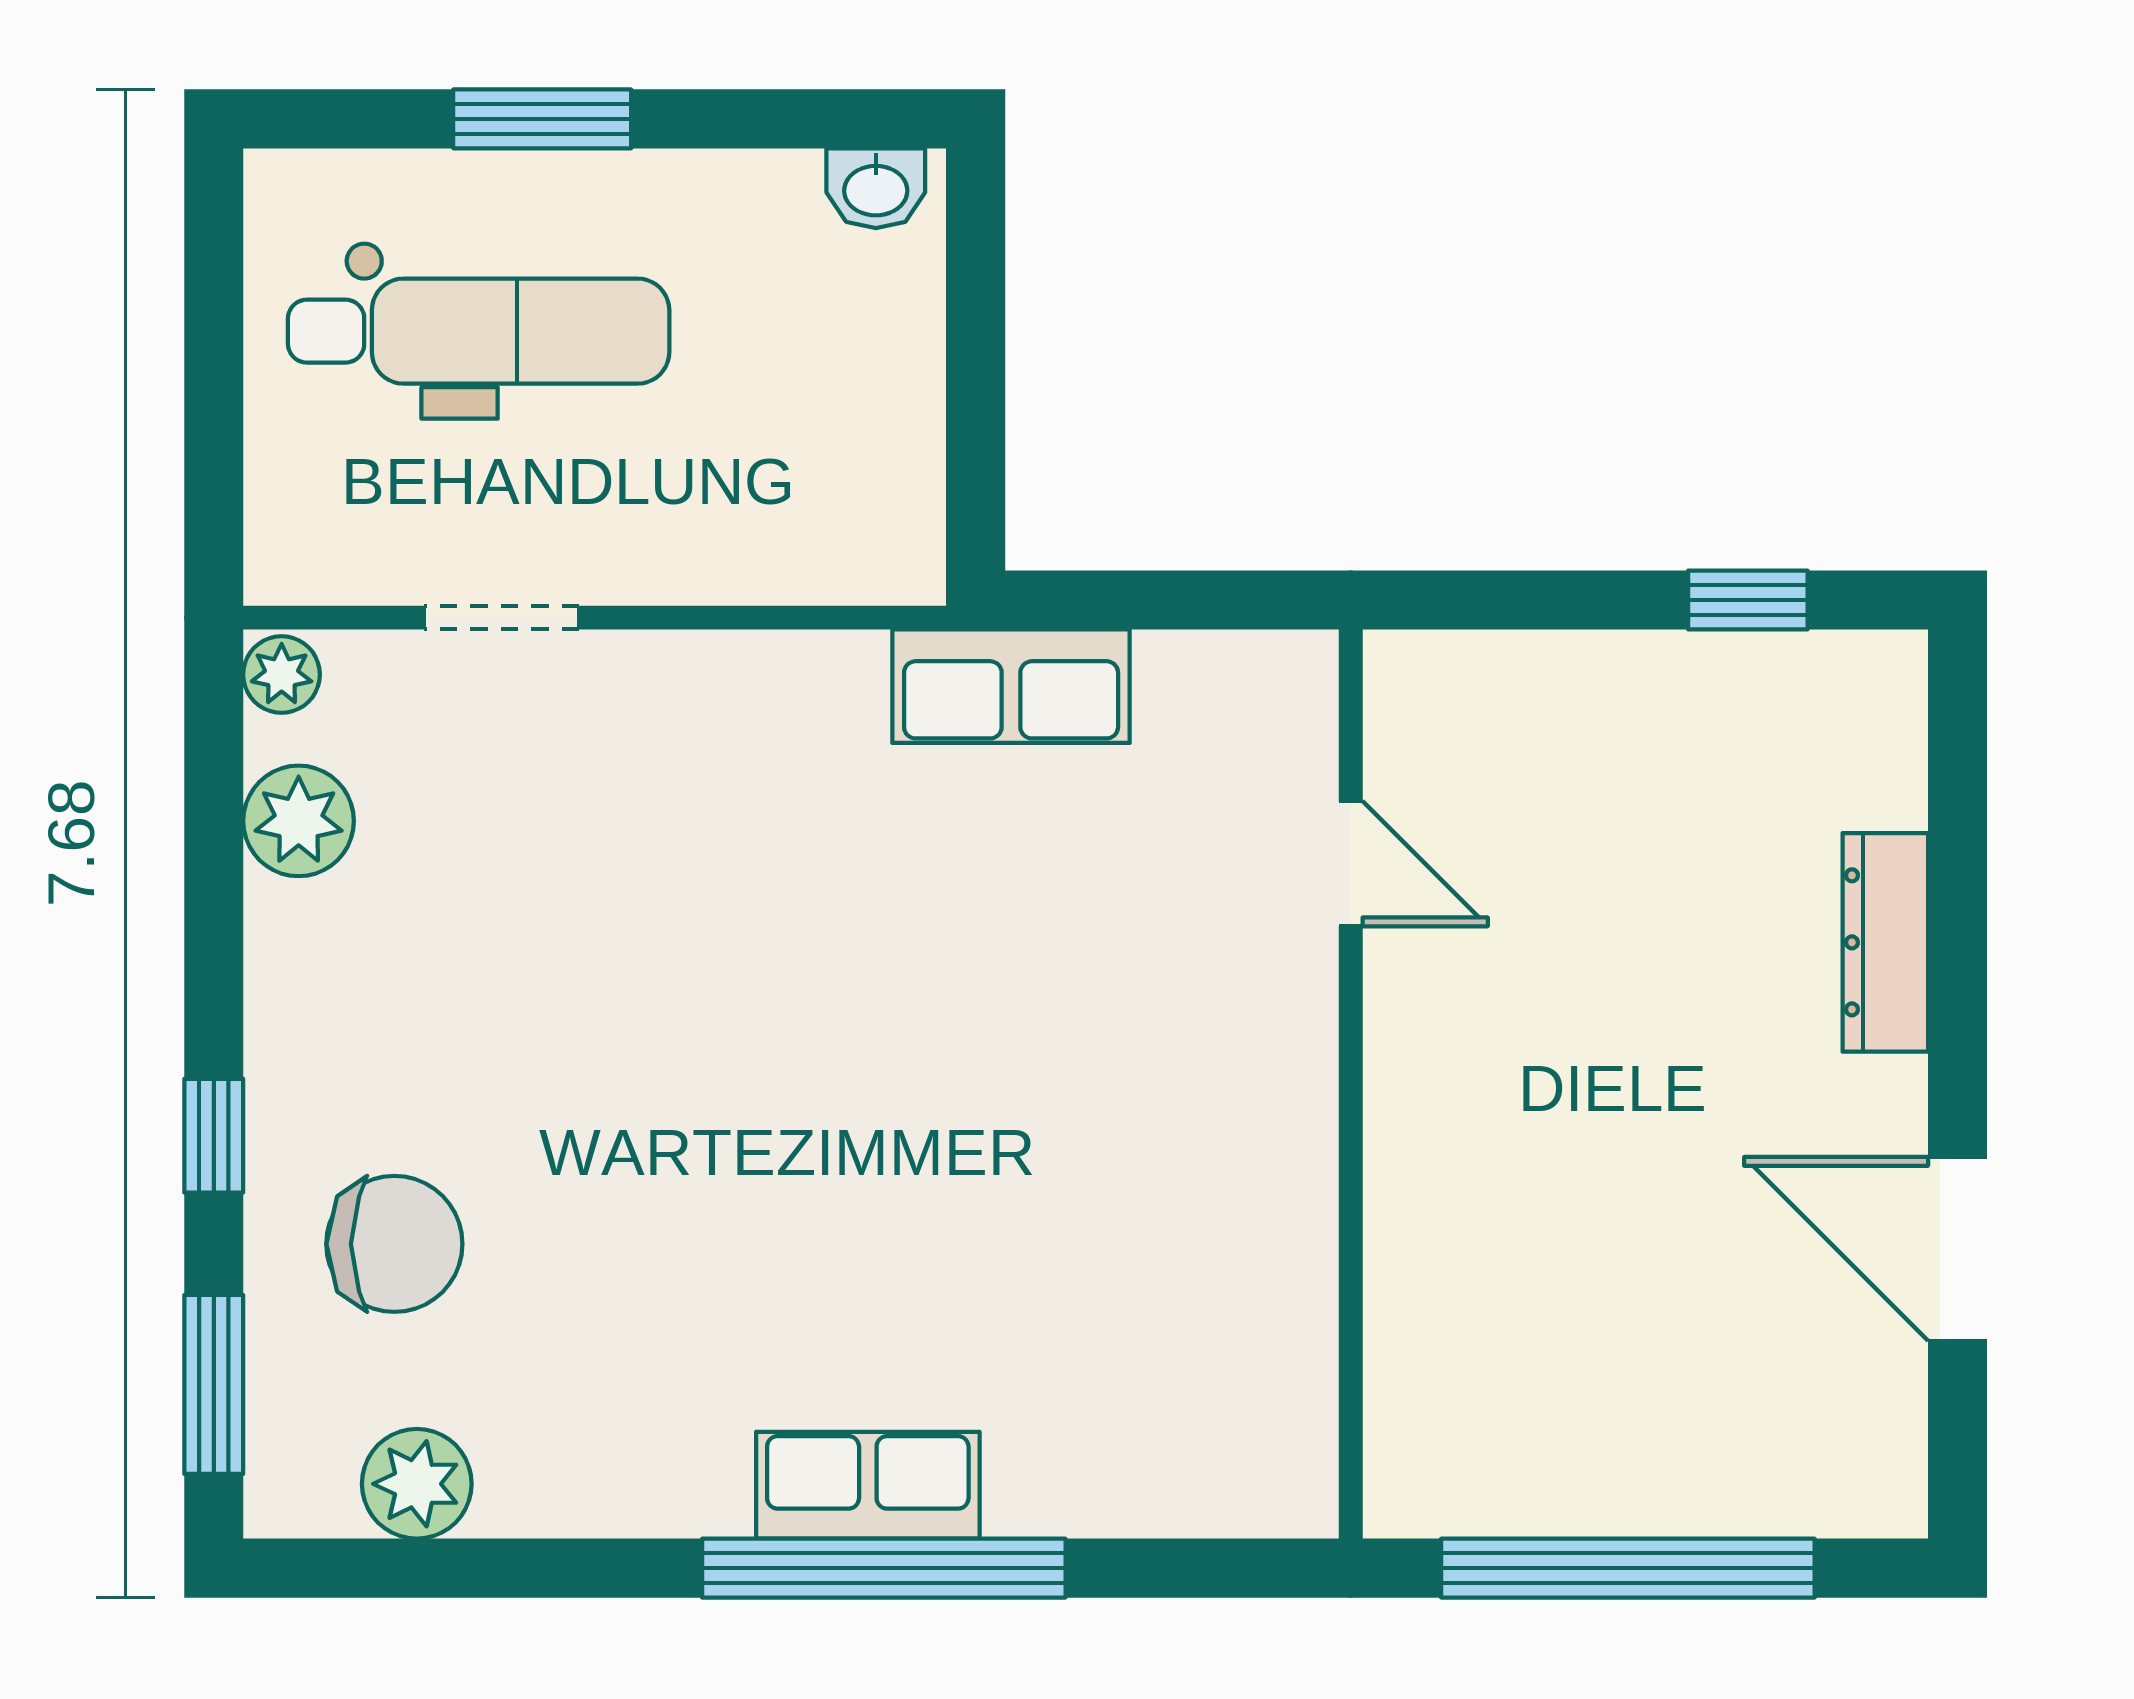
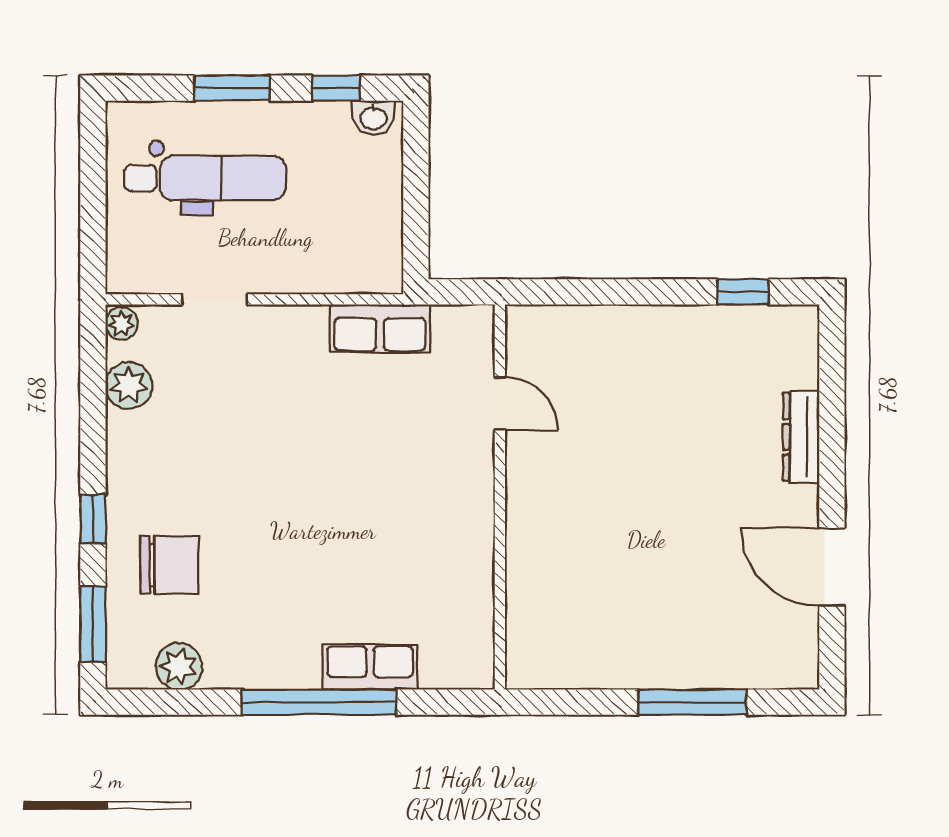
window: (787, 119) -> (336, 88), added
row of seats: (1011, 686) -> (380, 328), moved
door: (1351, 864) -> (500, 404), moved
wall: (1351, 1084) -> (500, 497), moved
window: (884, 1568) -> (319, 702), moved
window: (1628, 1568) -> (692, 702), width x0.68

